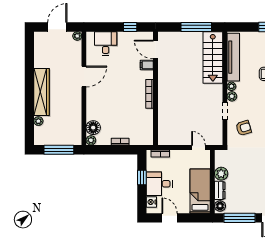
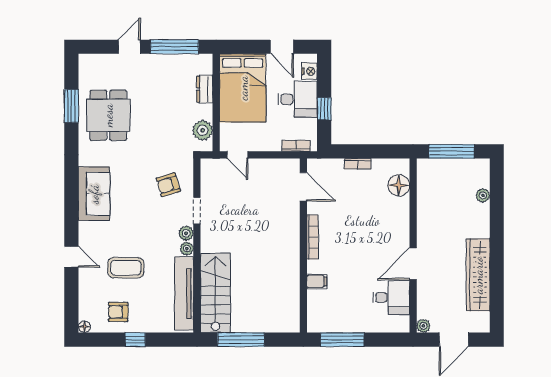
window: (130, 27) -> (342, 340), width x2.17
desk: (106, 44) -> (391, 297), moved, turned -90
door: (155, 49) -> (303, 187), moved
wardrobe: (42, 92) -> (478, 275), moved
plant: (91, 140) -> (402, 166), removed
plant: (221, 174) -> (203, 130), moved
bed: (200, 191) -> (243, 88), width x1.50
floor lamp: (220, 206) -> (204, 65), removed

